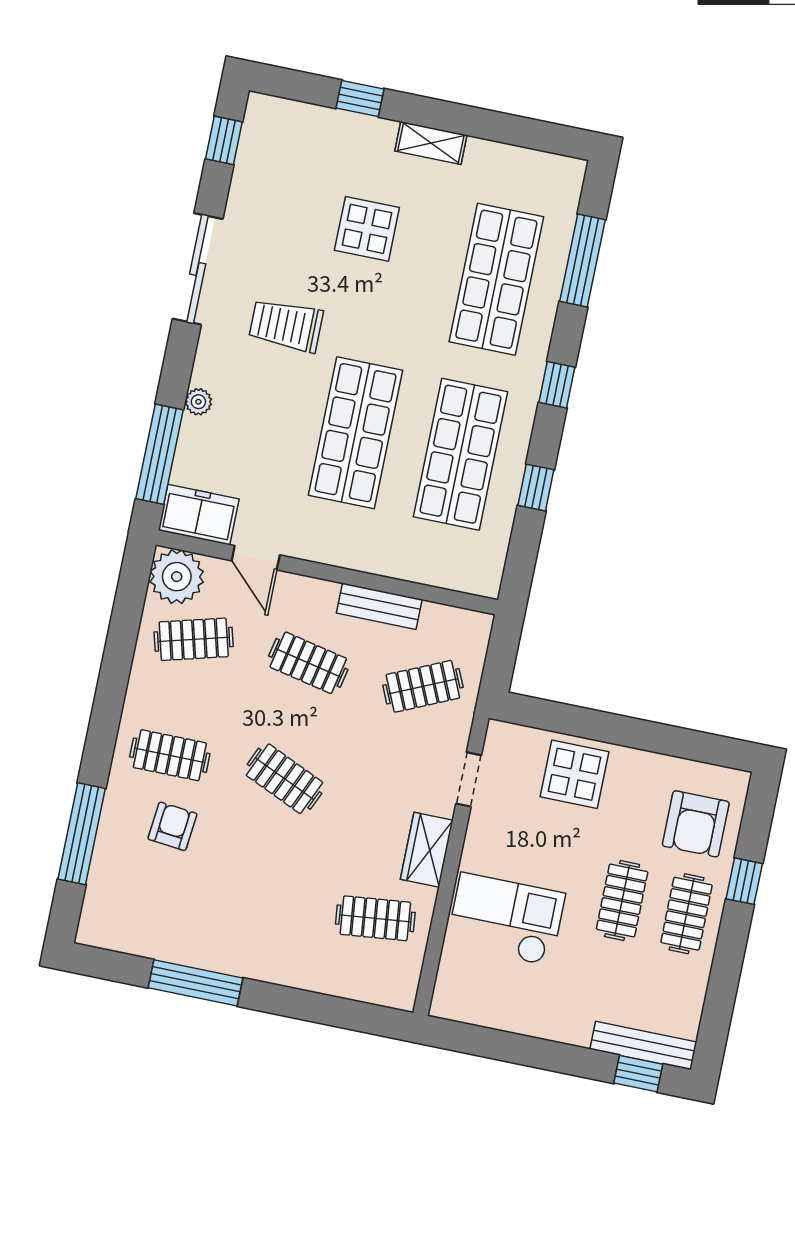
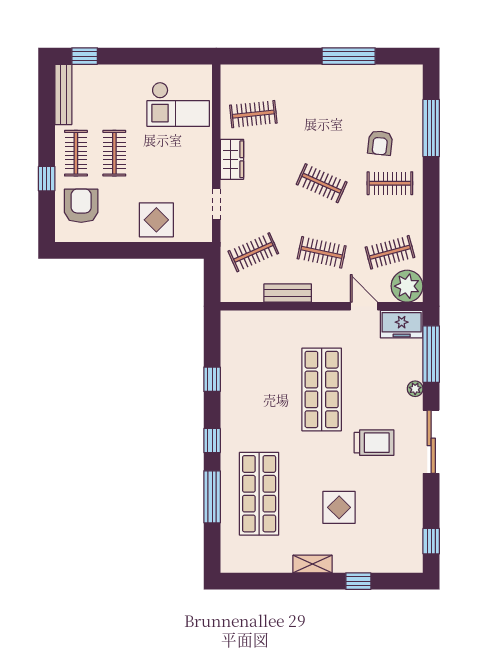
window: (582, 261) -> (212, 497), moved
sliding door: (198, 269) -> (431, 442), moved
shop shelf: (460, 454) -> (259, 389), removed
checkout: (506, 919) -> (178, 104), moved
bench: (643, 1046) -> (63, 94), moved, turned 90

